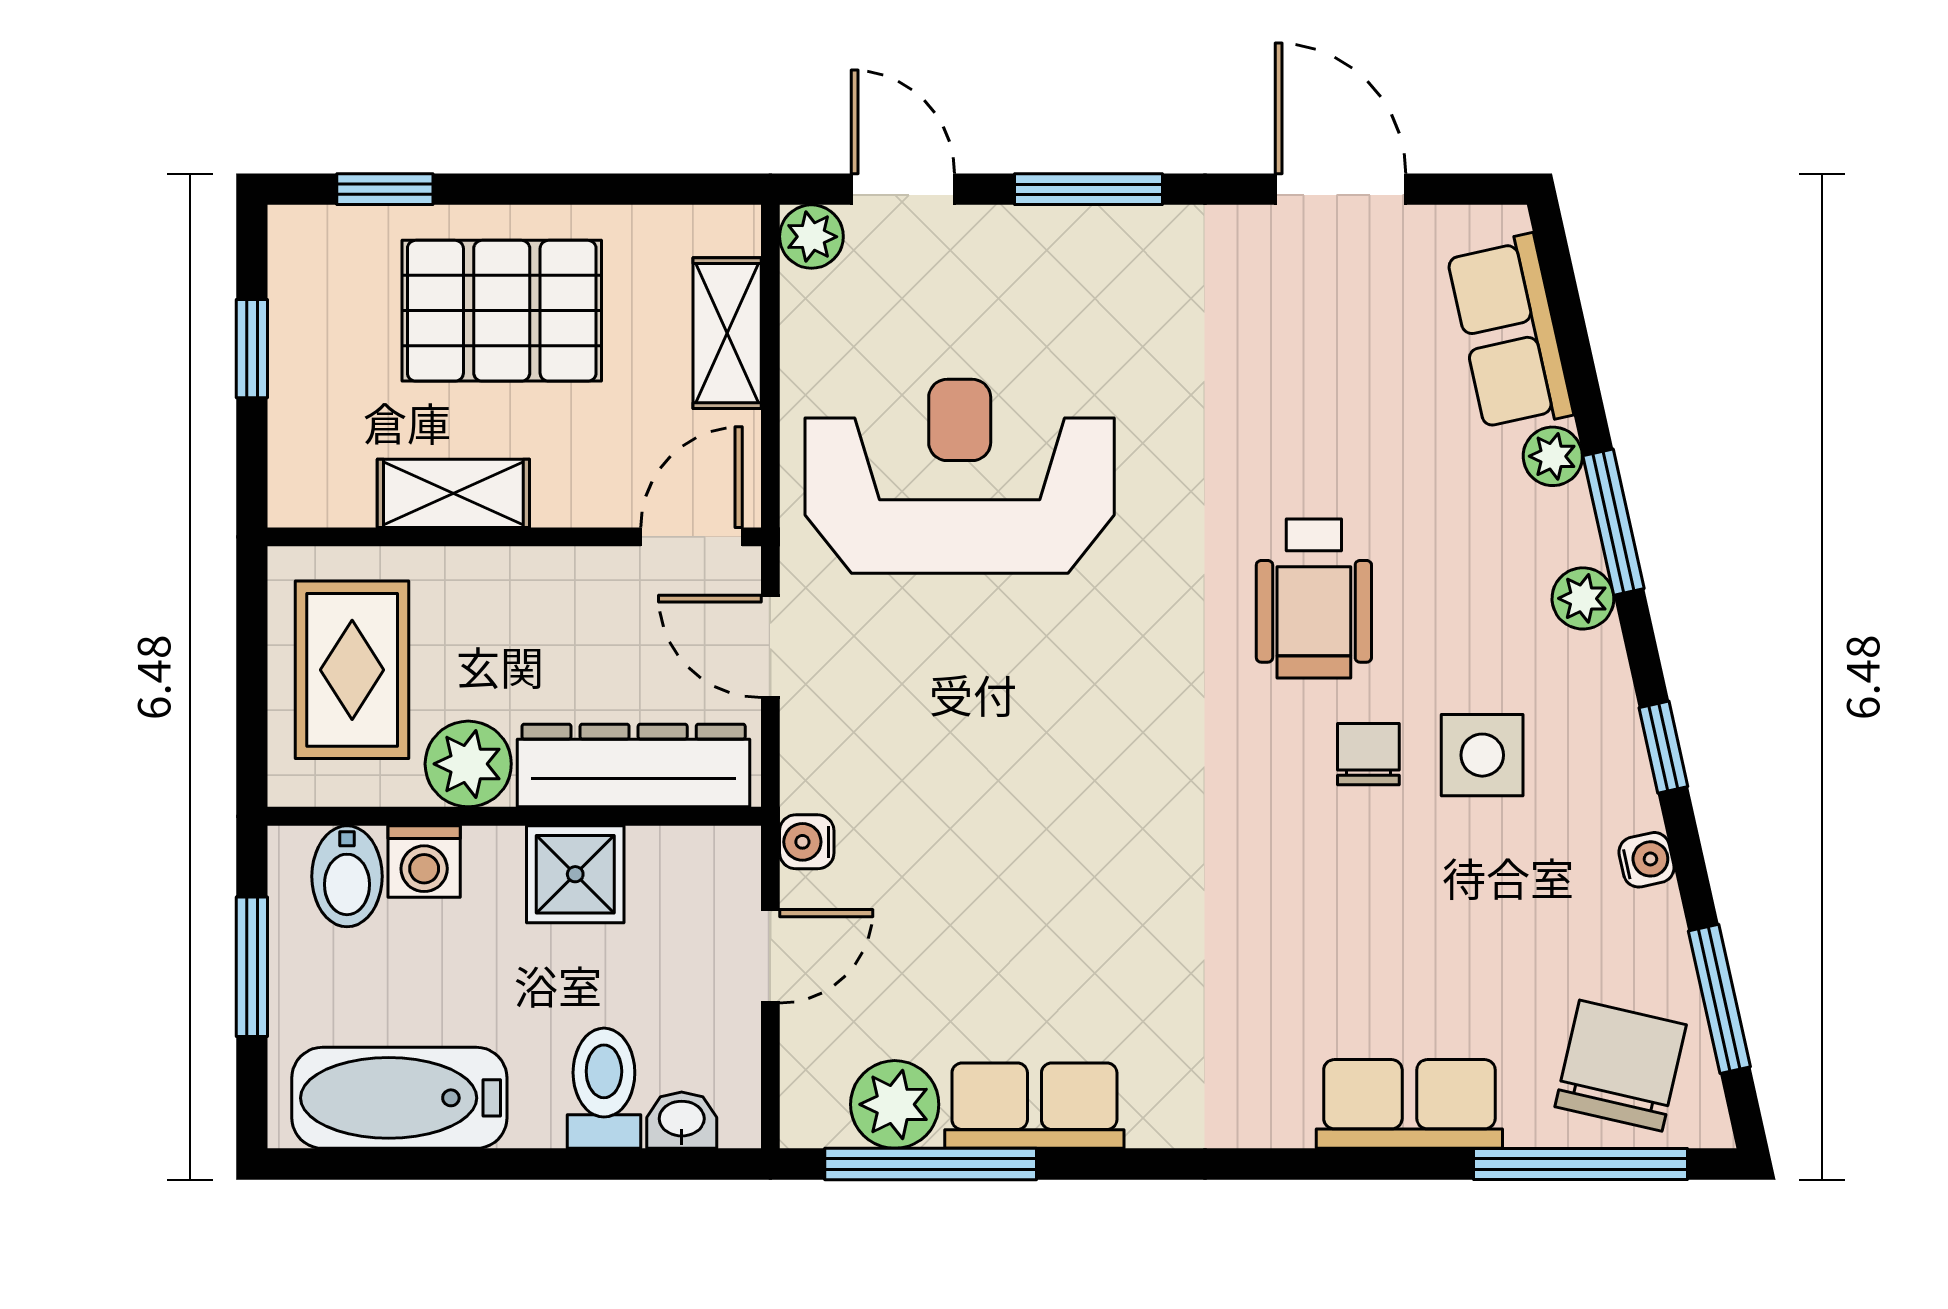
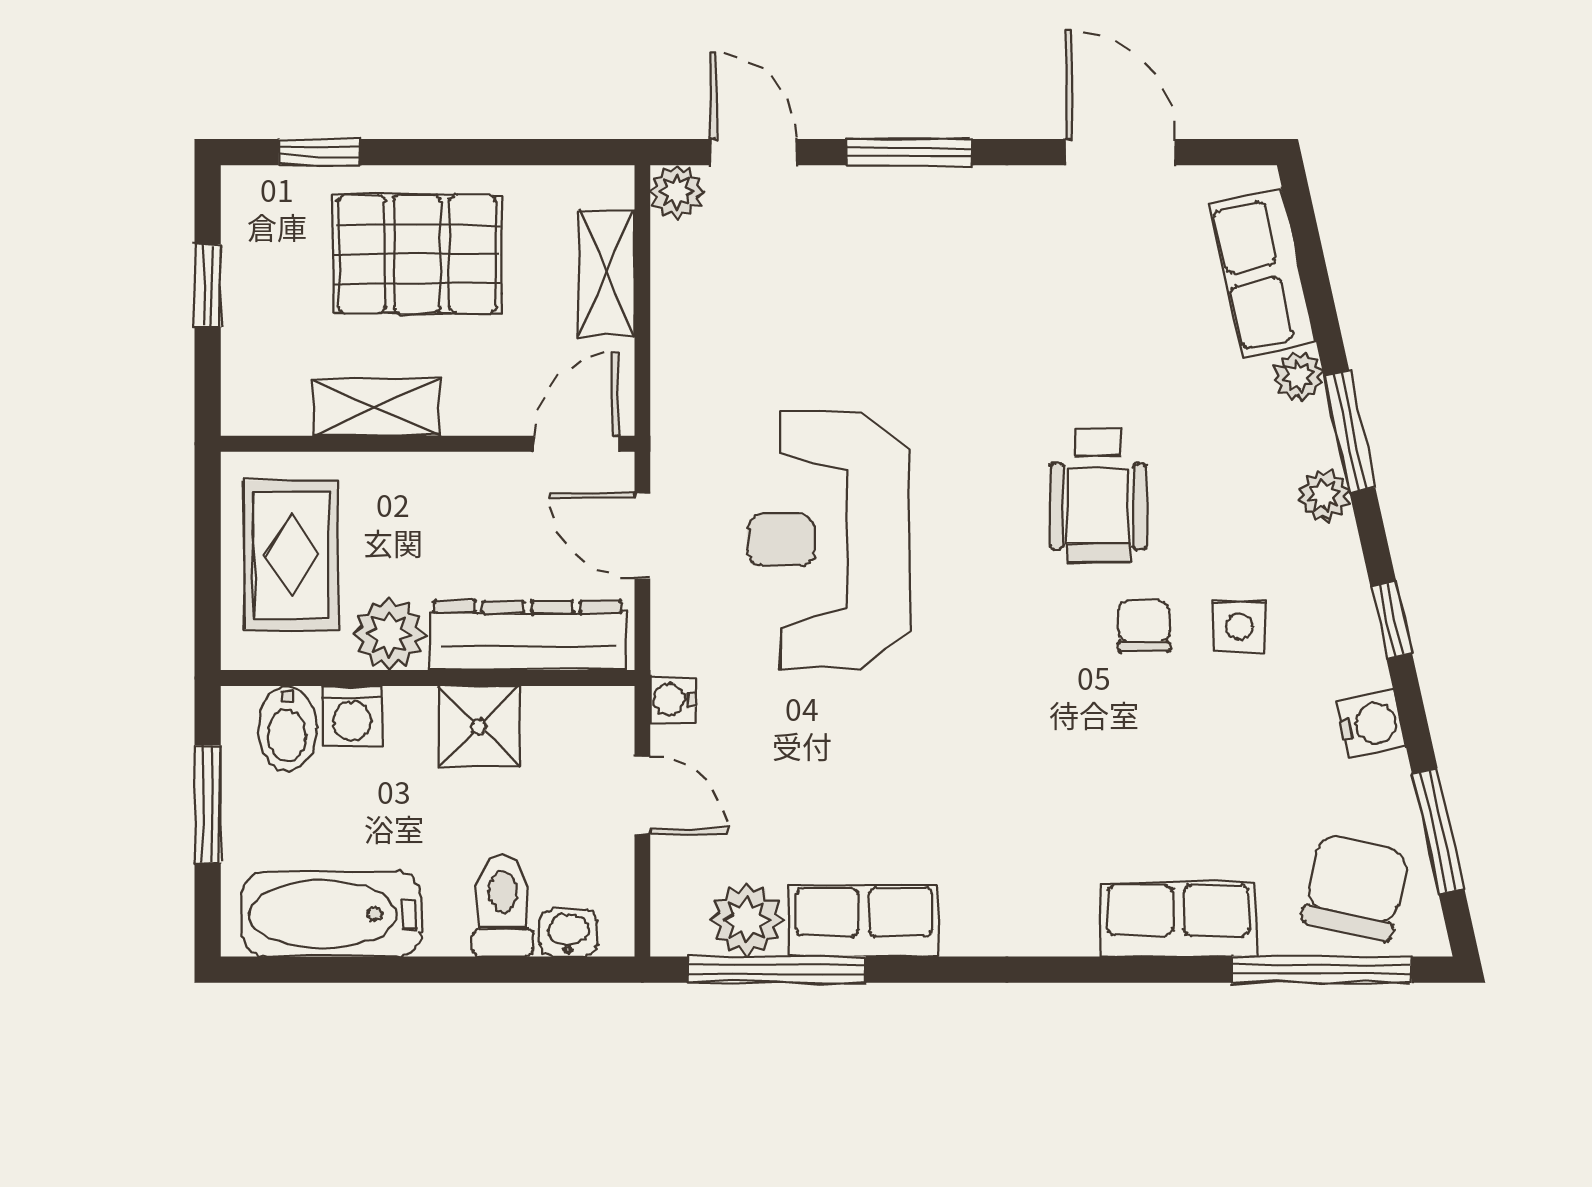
reception desk: (960, 476) -> (828, 540), moved, turned -90
side table: (1482, 755) -> (1239, 627), width x0.73, depth x0.73
water cooler: (1646, 860) -> (1371, 724), width x1.38, depth x1.38
door: (770, 956) -> (642, 795), hinge flipped

